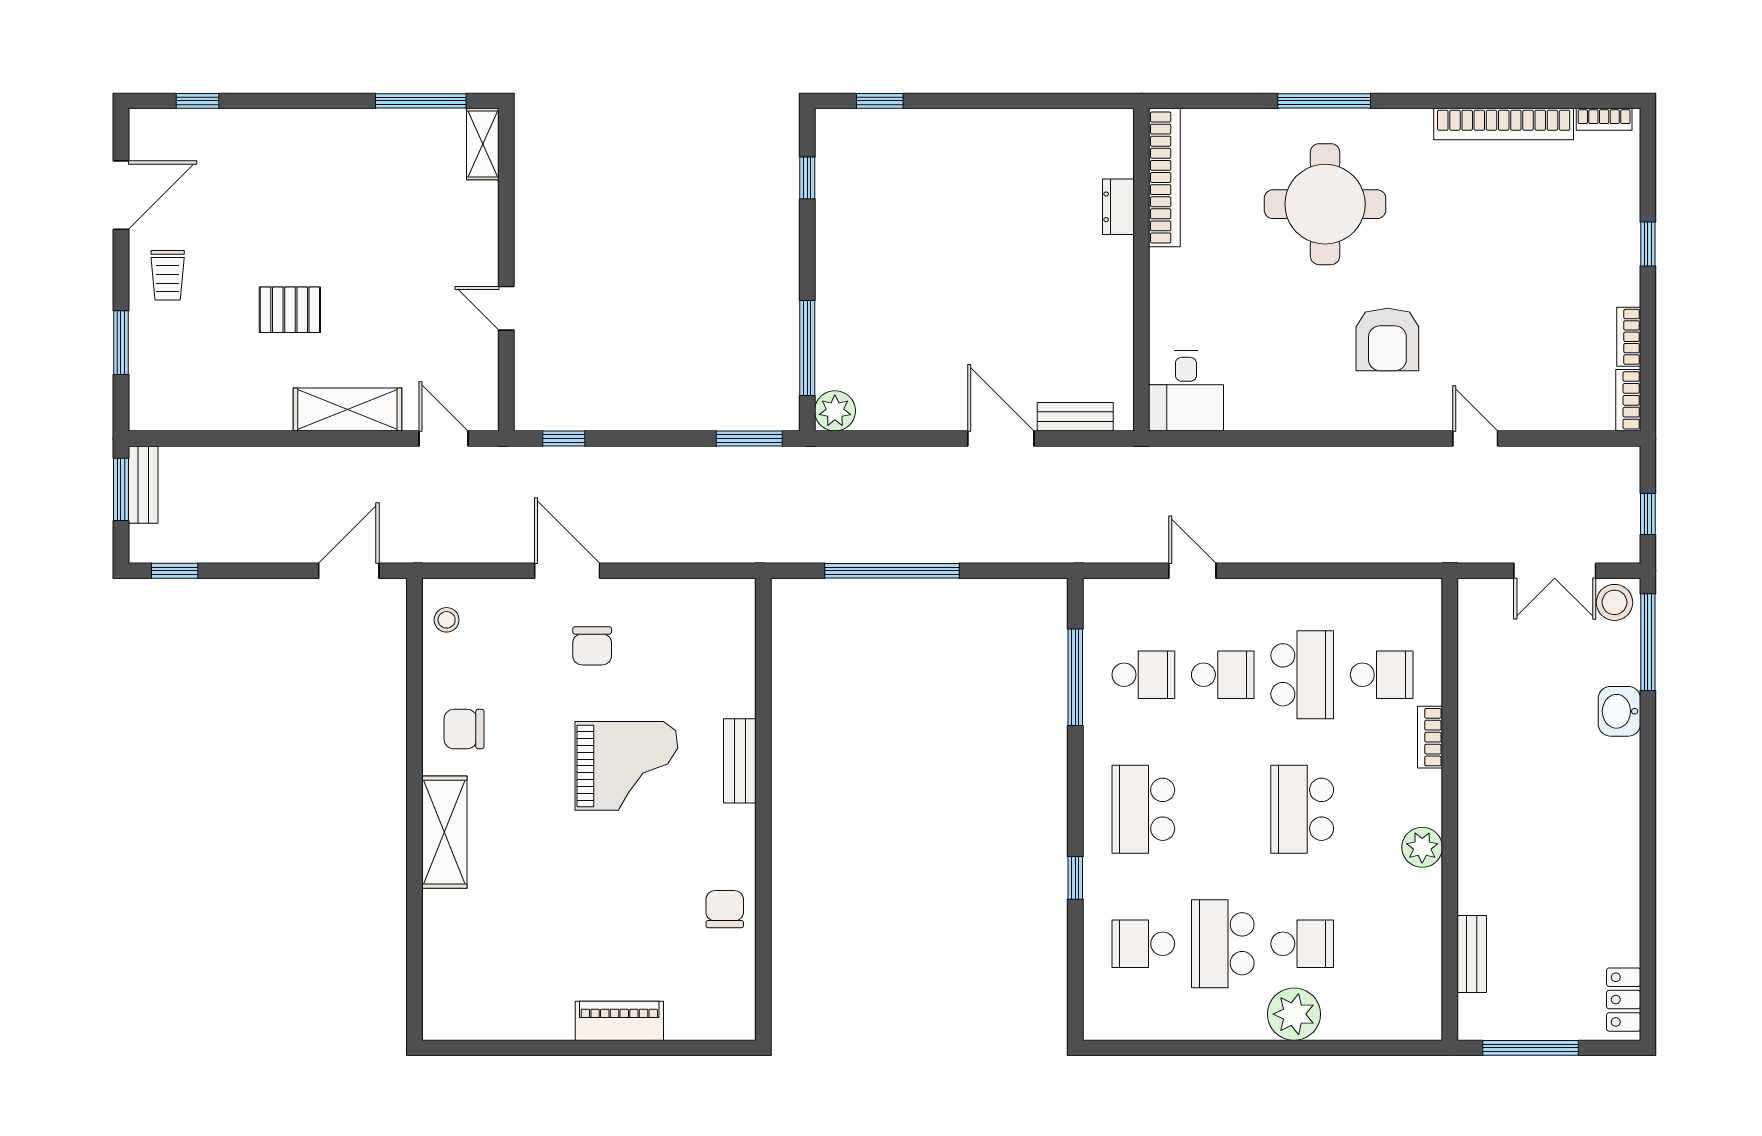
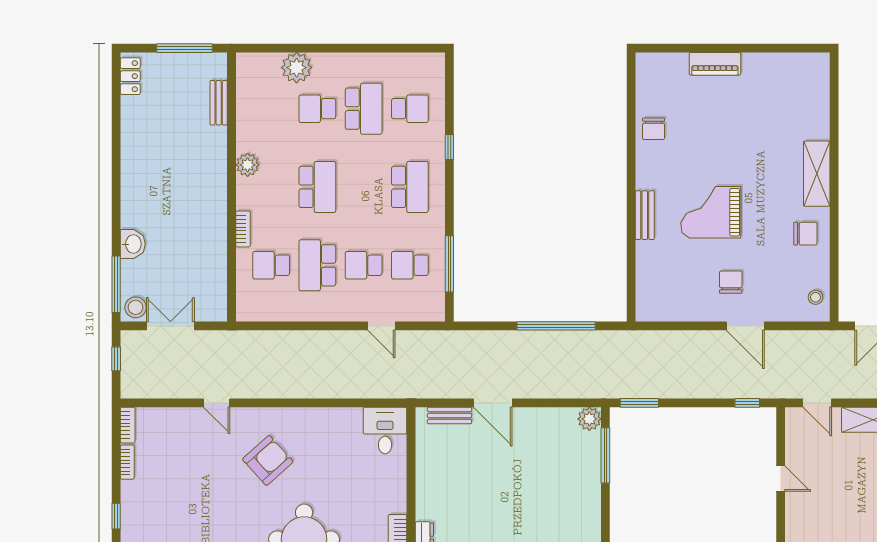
armchair: (1387, 339) -> (268, 460), turned 48
plant: (1294, 1014) -> (297, 68), moved

